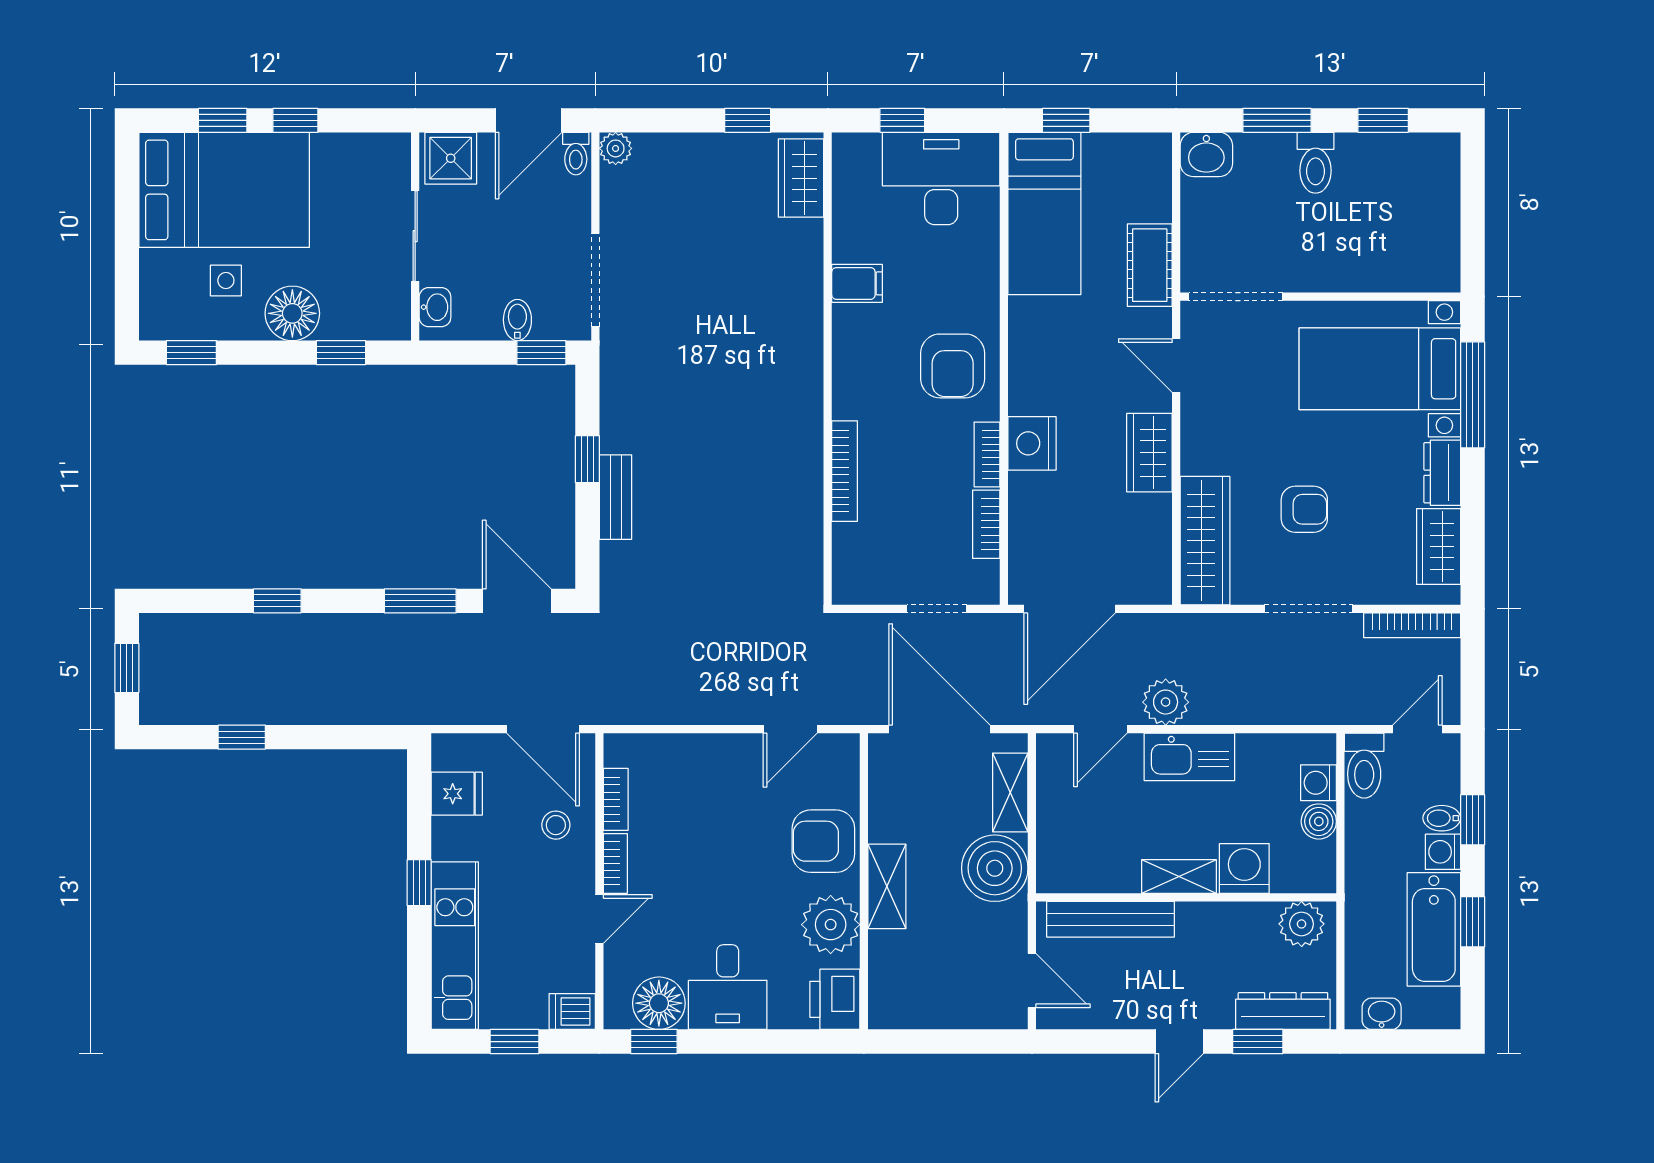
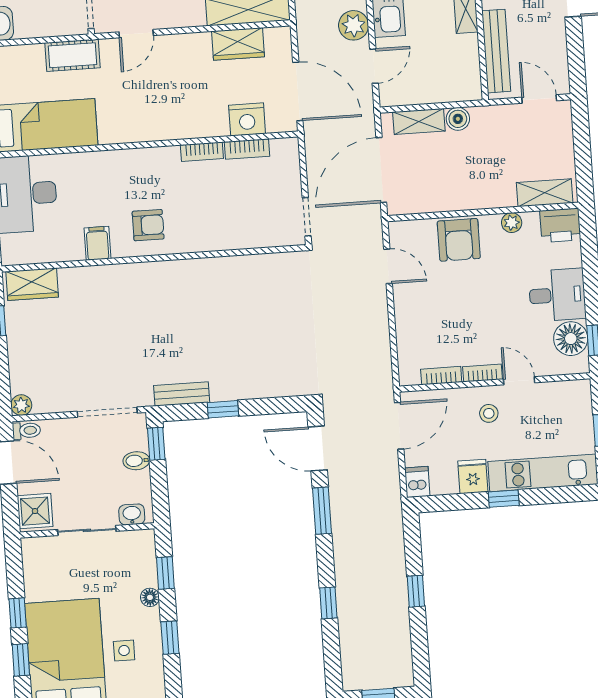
floor lamp: (292, 313) -> (150, 597), width x0.53, depth x0.53
window: (191, 353) -> (170, 638), moved
armchair: (953, 366) -> (148, 225), moved, width x0.72, depth x0.72
nightstand: (1032, 443) -> (247, 119), moved
wardrobe: (1149, 453) -> (238, 44), moved
bookcase: (845, 471) -> (219, 243), removed
bench: (616, 497) -> (182, 394), moved
door: (517, 601) -> (318, 448), hinge flipped
doorway: (937, 609) -> (307, 217), moved
door: (1100, 729) -> (374, 66), hinge flipped
window: (242, 737) -> (416, 591), moved
fridge: (457, 794) -> (473, 476), moved
stool: (556, 825) -> (489, 413), moved
boiler: (995, 868) -> (458, 119), width x0.54, depth x0.54
shelving: (887, 886) -> (545, 193), moved
plant: (831, 925) -> (512, 223), width x0.53, depth x0.53
door: (1032, 980) -> (539, 99), hinge flipped
dishwasher: (572, 1012) -> (417, 482), moved, turned 180

